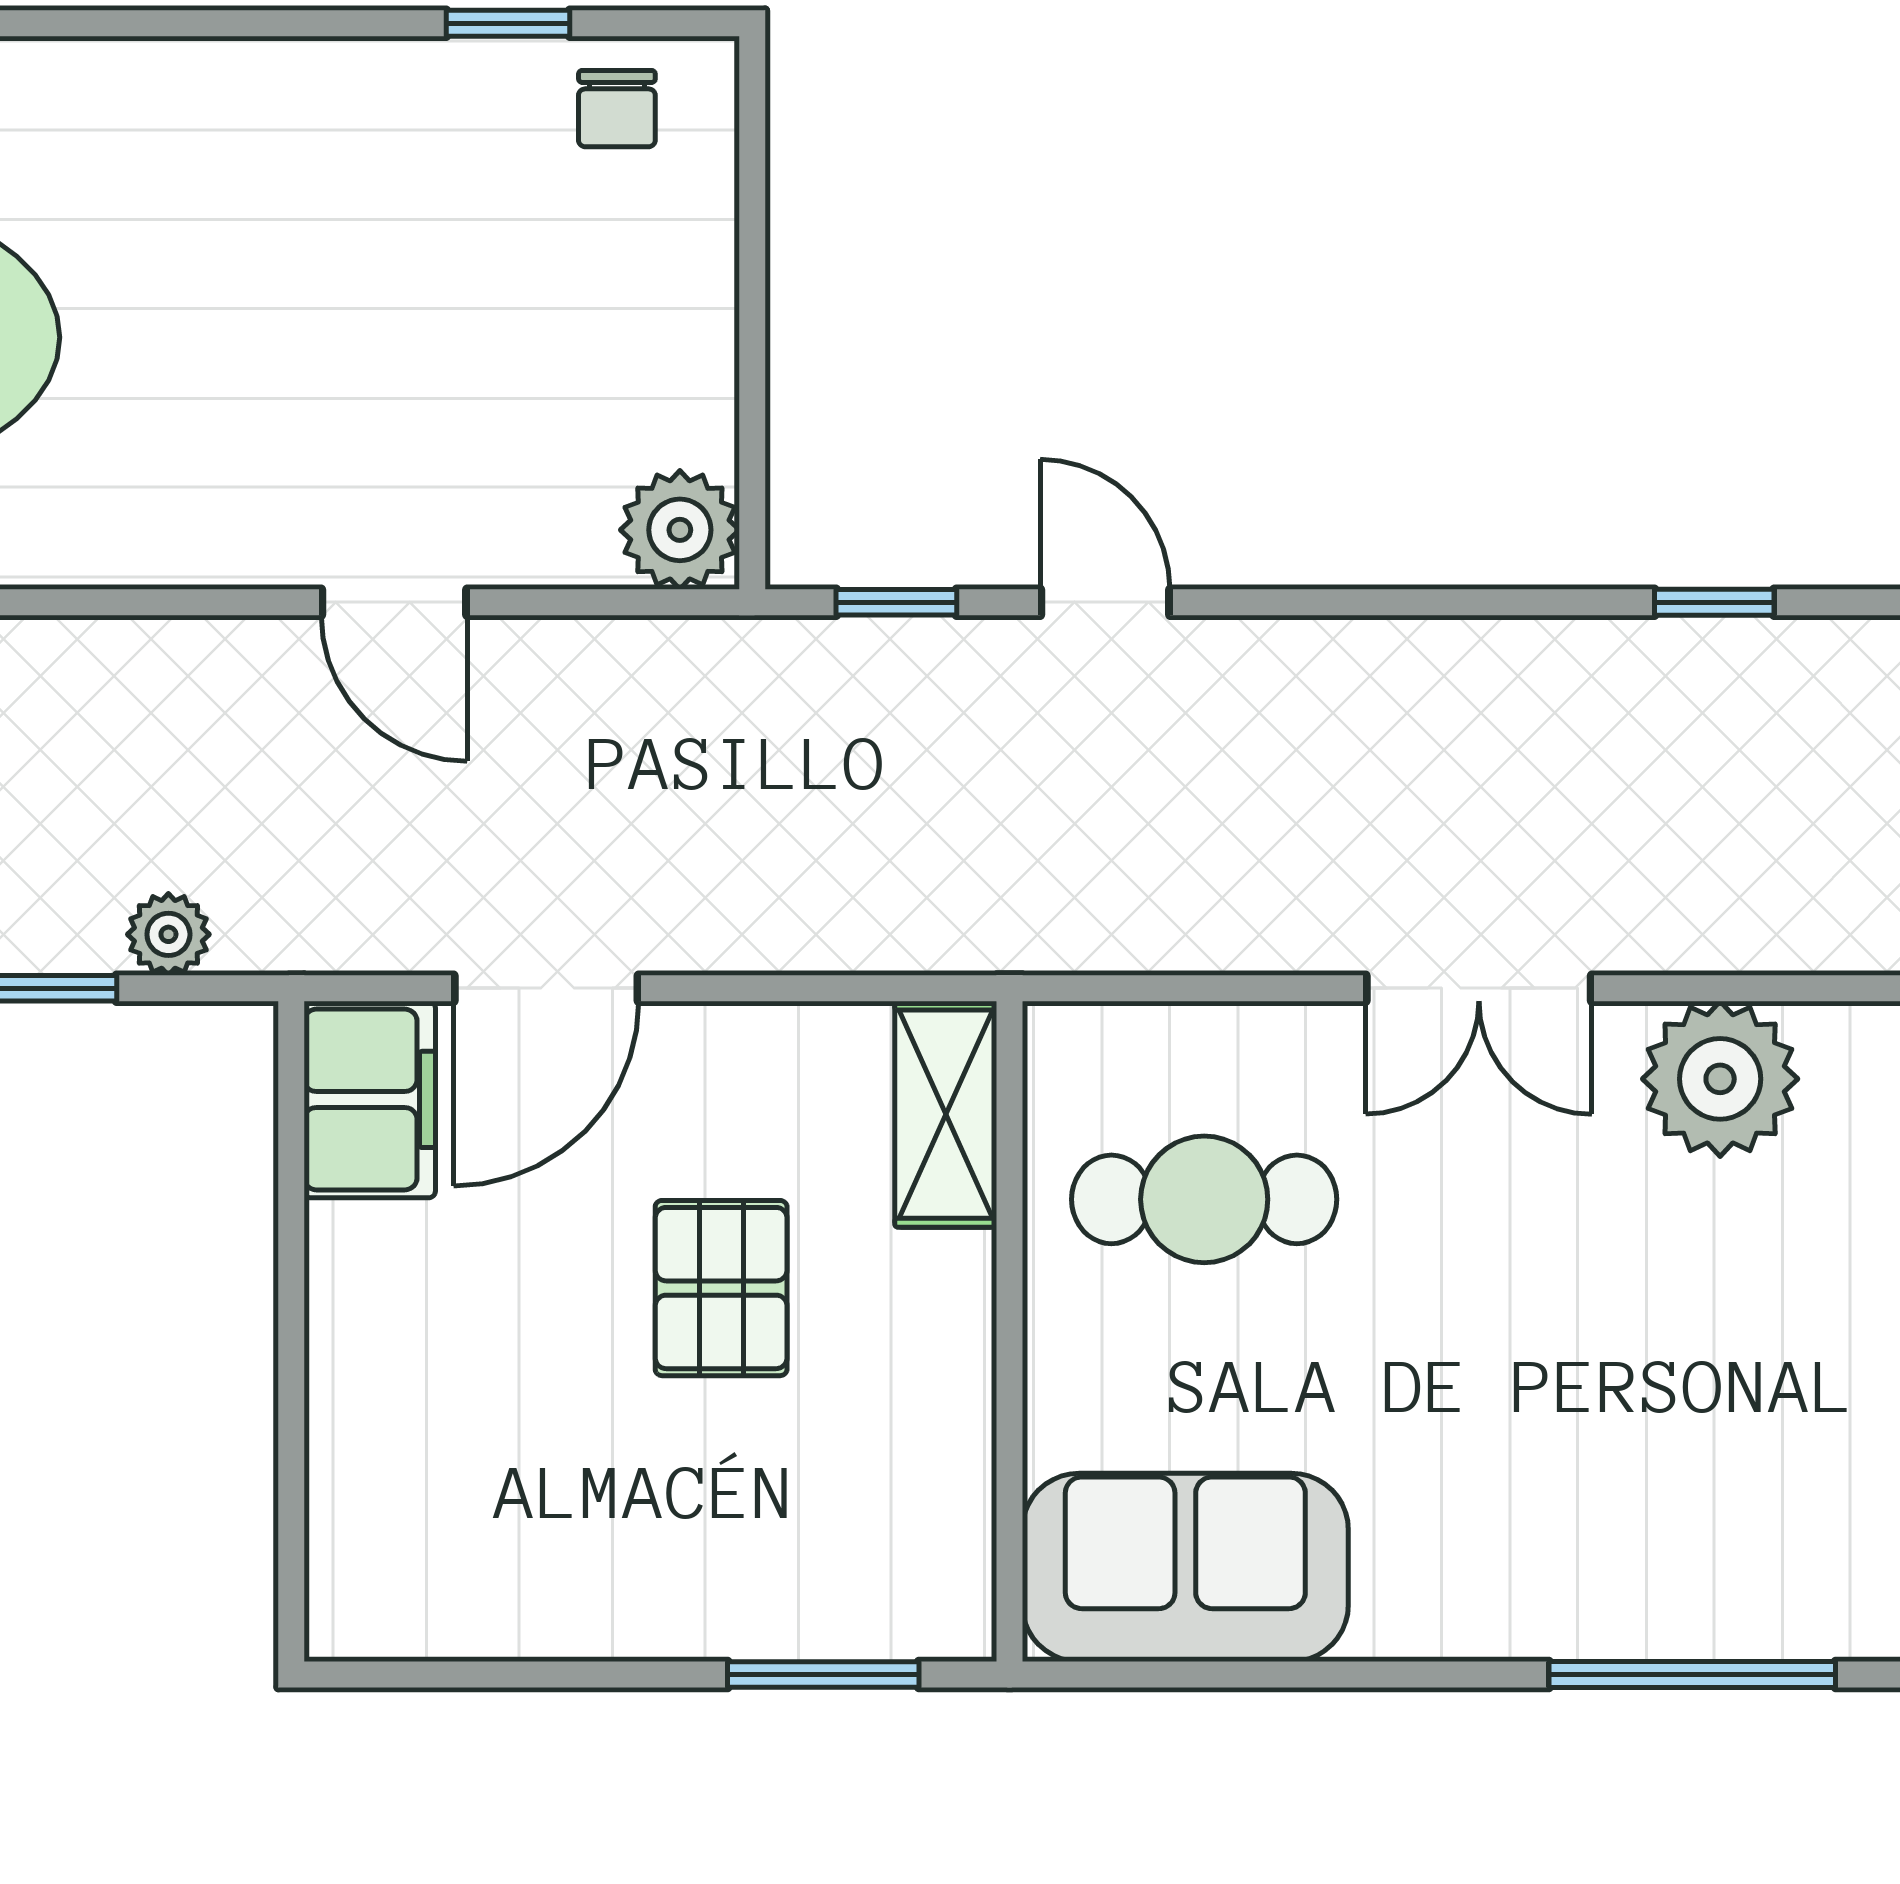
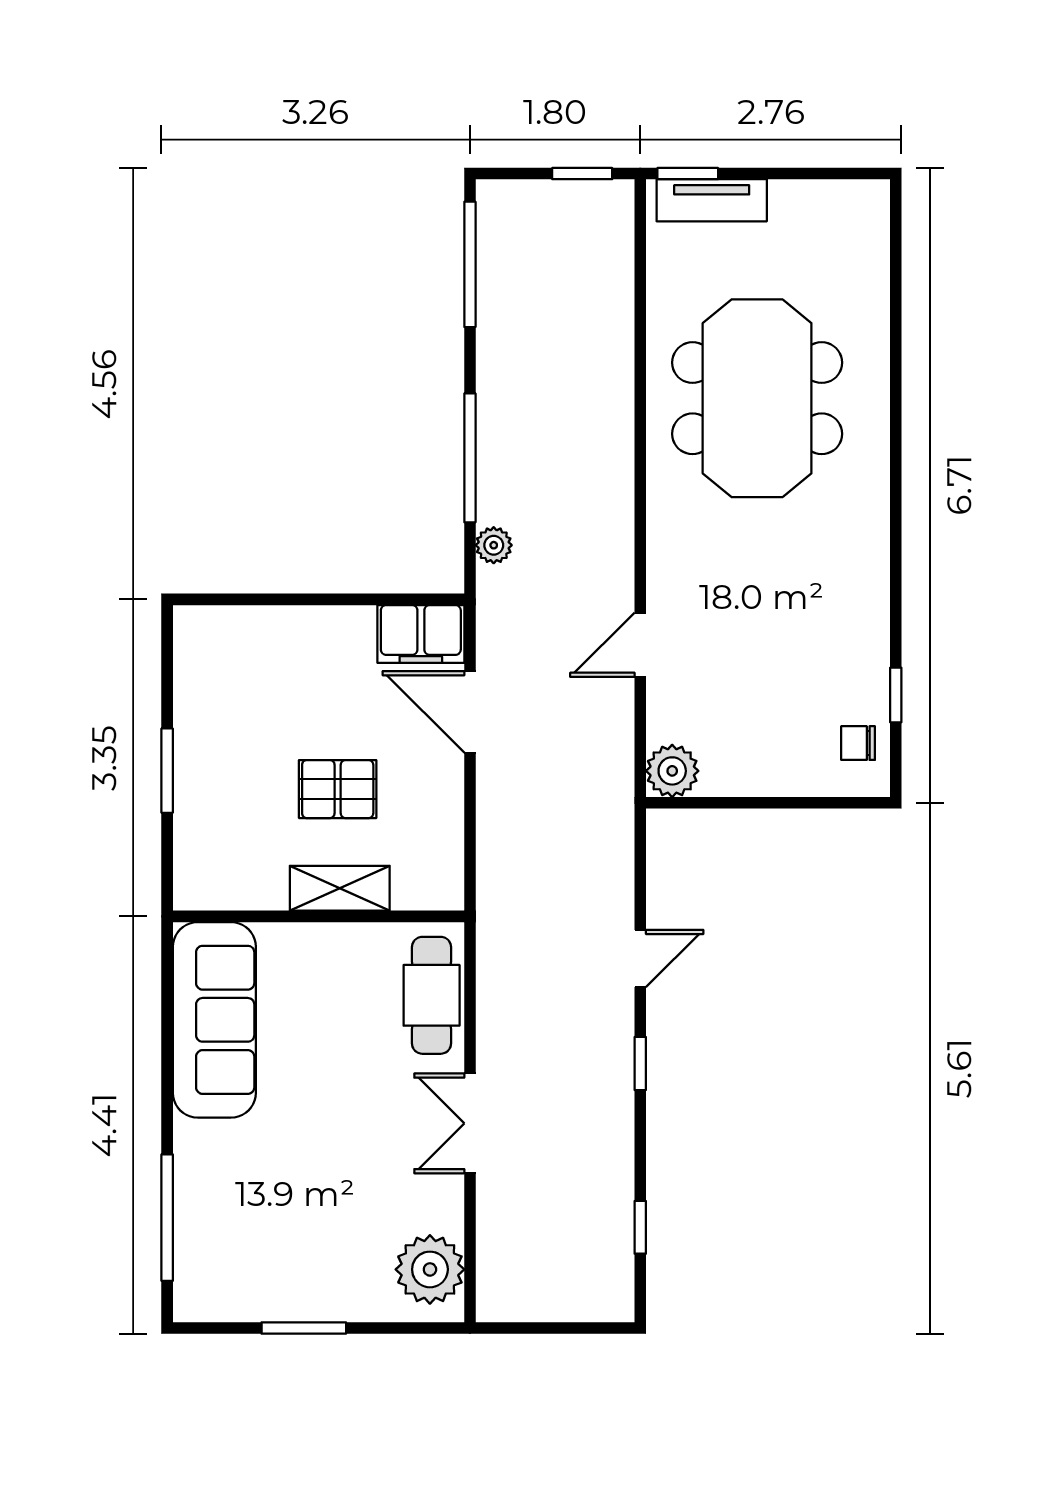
window: (896, 602) -> (640, 1063), moved
plant: (1720, 1079) -> (430, 1269), moved
shelving: (946, 1114) -> (340, 888), moved
cafe table: (1204, 1199) -> (432, 995), moved
sofa: (1185, 1567) -> (214, 1020), width x1.36
window: (823, 1674) -> (167, 771), moved

